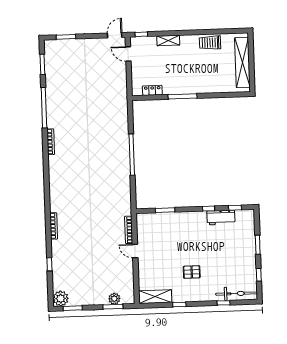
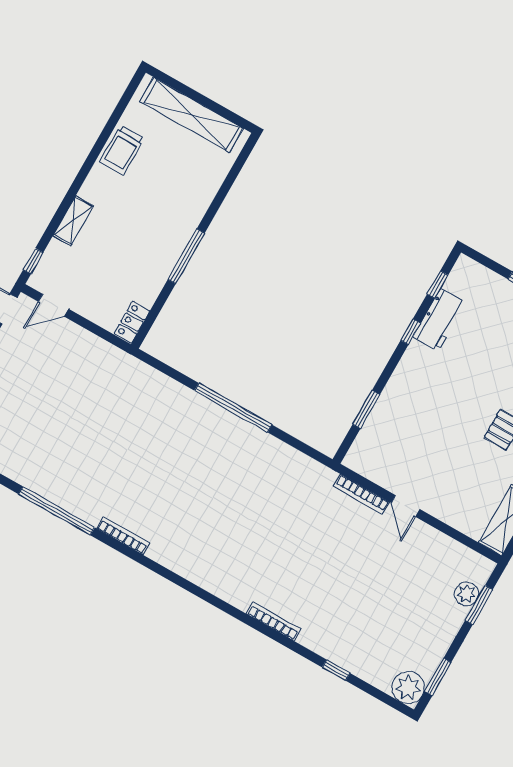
locker: (152, 90) -> (132, 322), moved
door: (135, 251) -> (405, 506), hinge flipped

